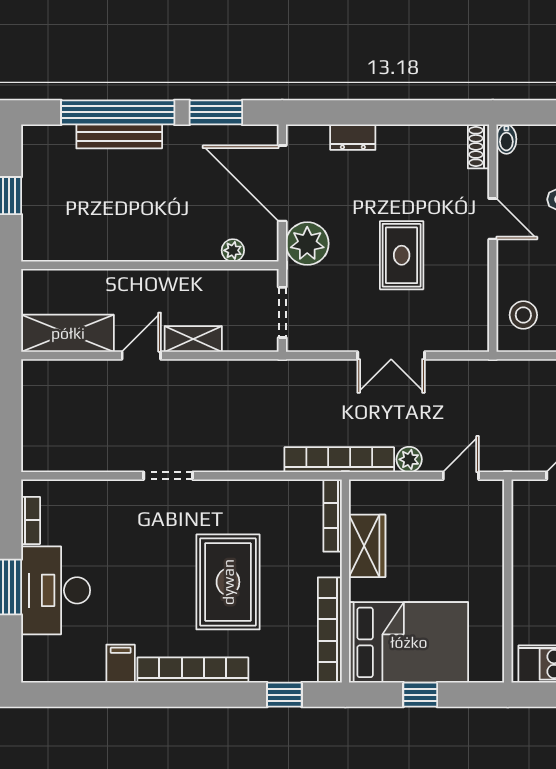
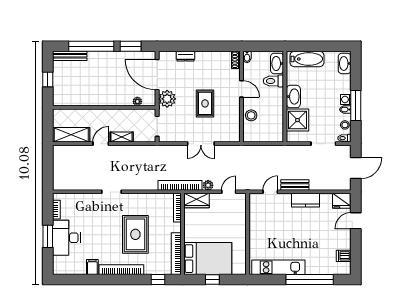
bench: (119, 136) -> (70, 56), moved
stool: (523, 315) -> (251, 115), moved
wardrobe: (367, 546) -> (197, 201), moved, turned 90

